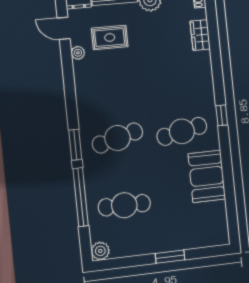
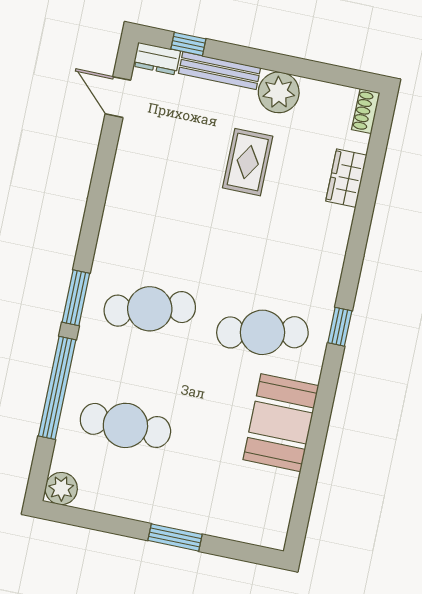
rug: (110, 38) -> (248, 162), moved, turned 90
plant: (78, 53) -> (129, 145), removed

